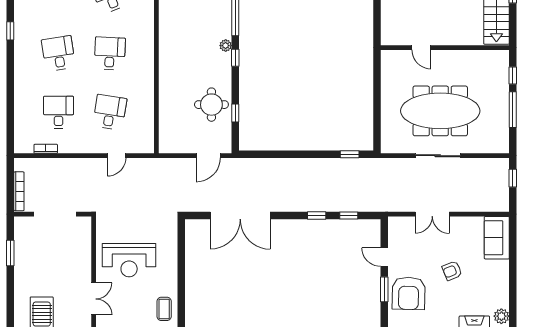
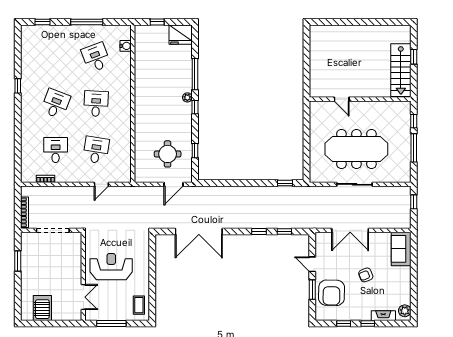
desk: (58, 53) -> (56, 104), turned 30
round table: (211, 105) -> (168, 154), moved
double door: (432, 214) -> (350, 230), width x1.37
reception desk: (129, 260) -> (111, 267), turned 180

